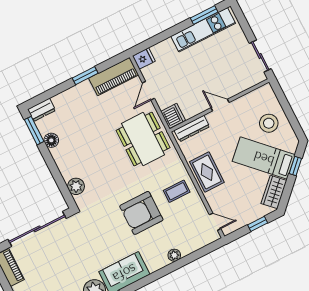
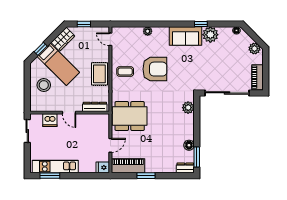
dishwasher: (173, 116) -> (50, 120), moved, turned -90
dining table: (143, 139) -> (130, 116), turned 90

